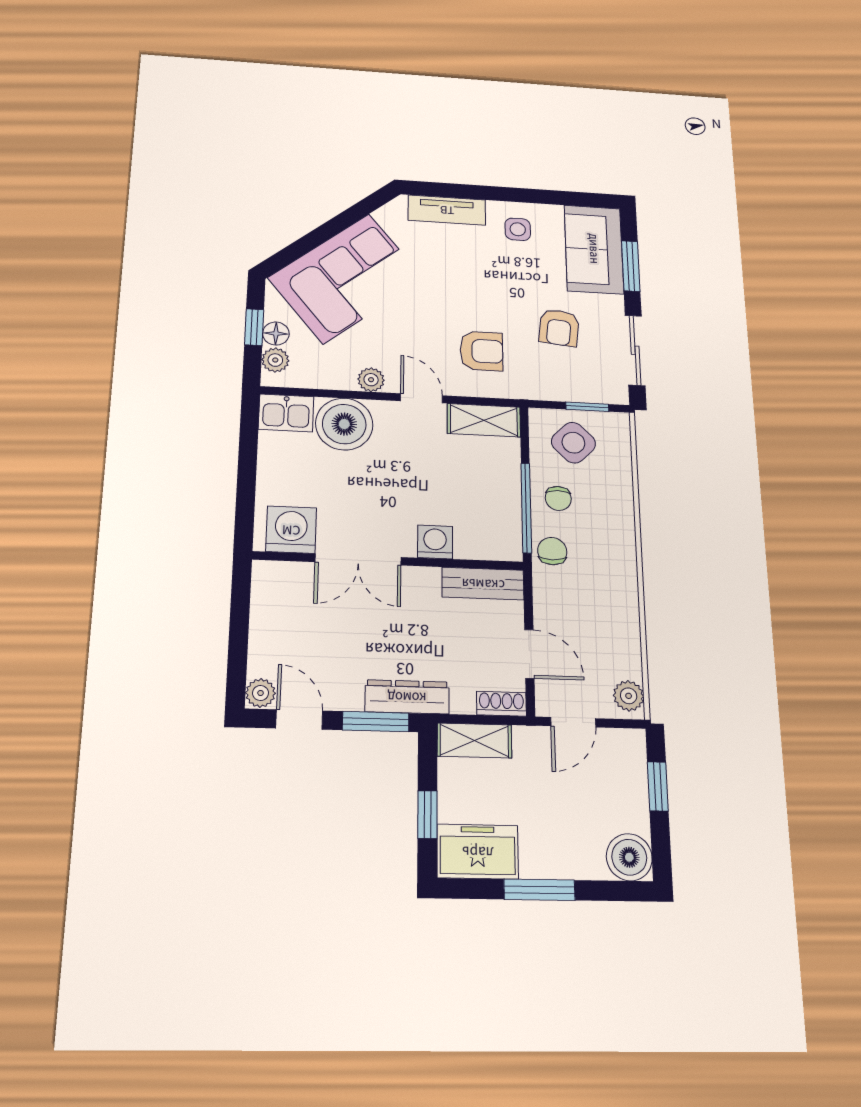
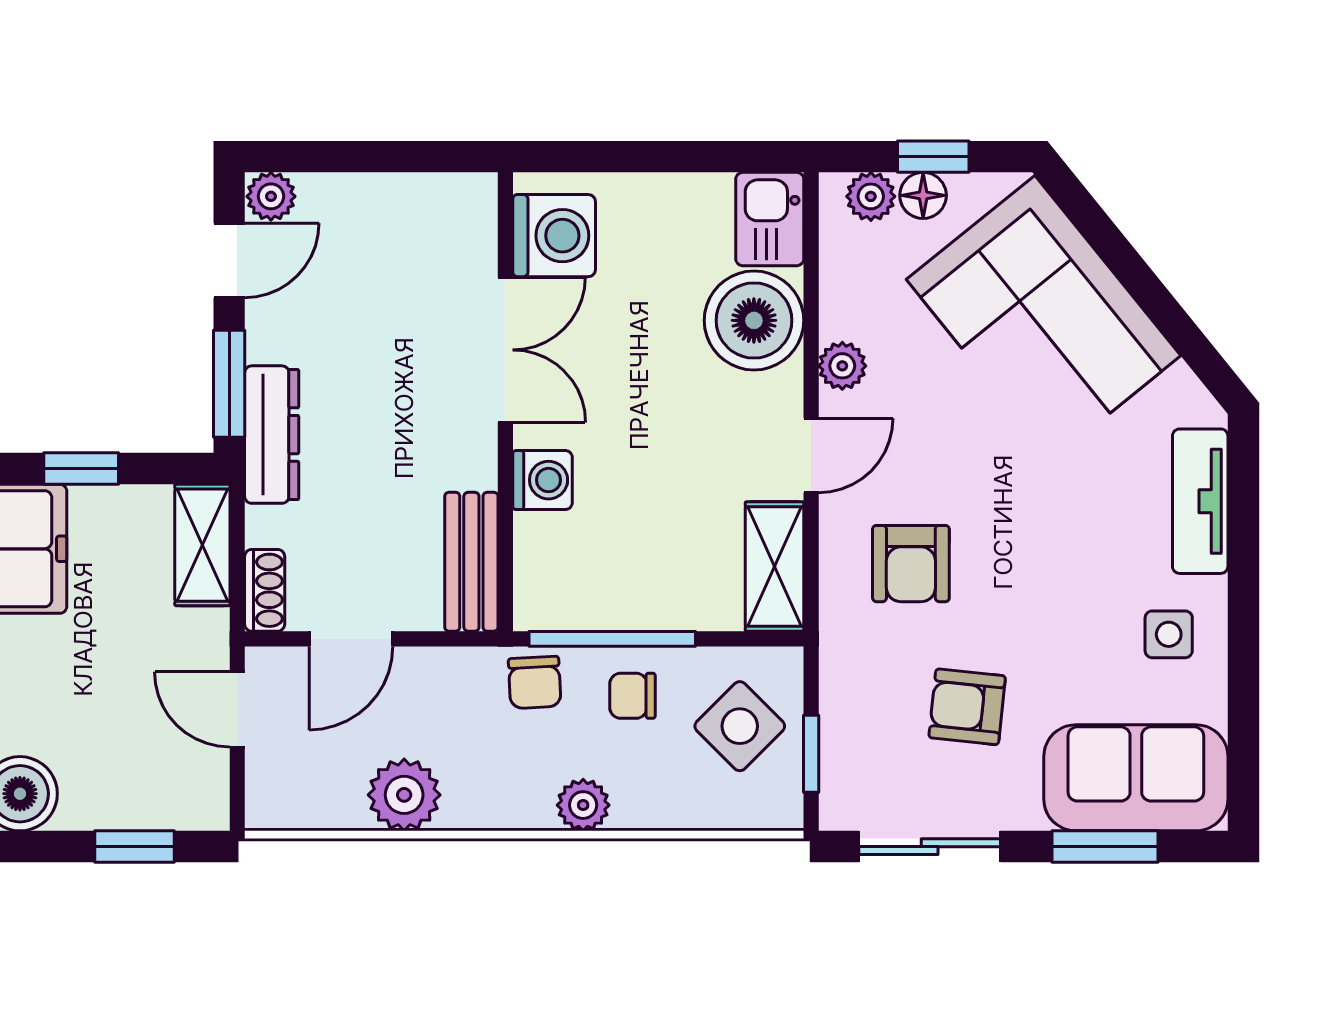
plant: (621, 528) -> (583, 805), added
chair: (552, 551) -> (535, 682), turned 87
double door: (358, 560) -> (505, 350), swing flipped
plant: (629, 696) -> (404, 795), moved, width x1.38, depth x1.38

